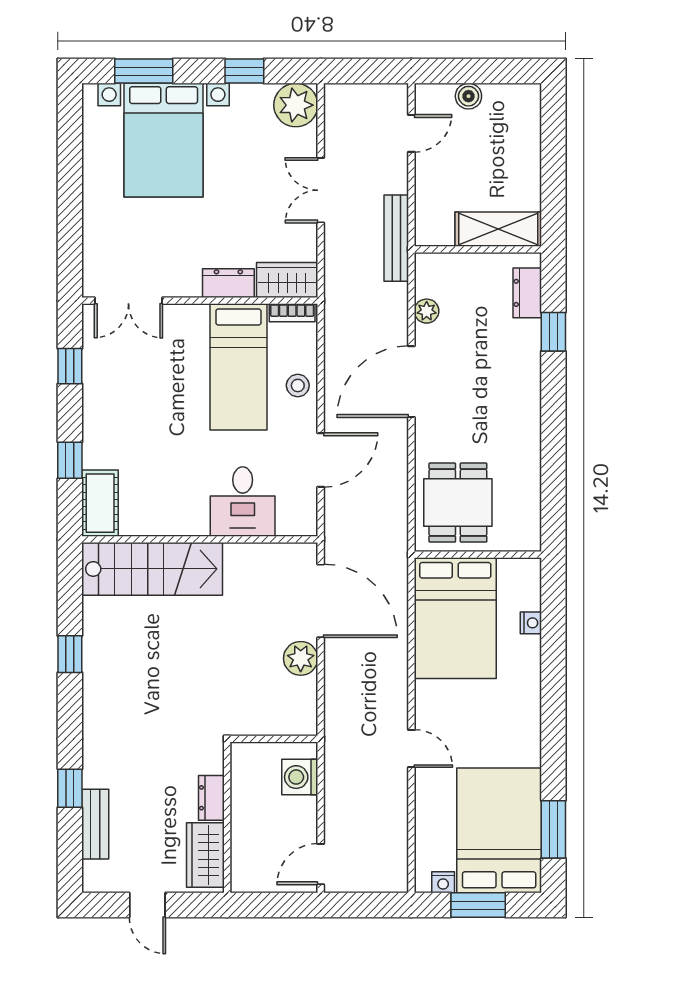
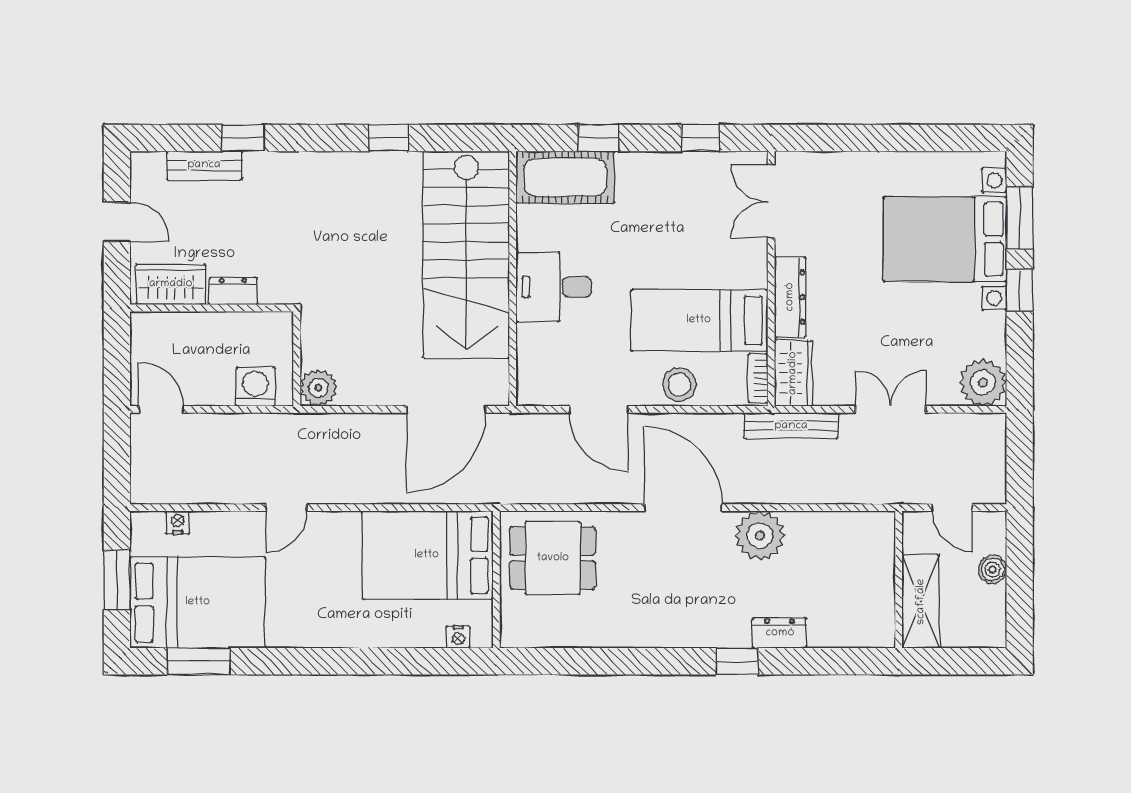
window: (244, 71) -> (1020, 291), moved
shelving: (498, 229) -> (921, 602), moved
bench: (396, 238) -> (791, 426), moved
wall: (478, 249) -> (899, 580), moved
dresser: (228, 283) -> (790, 297), width x1.44
plant: (427, 311) -> (760, 535), width x1.87, depth x1.87
stool: (298, 385) -> (679, 385), width x1.37, depth x1.37
desk: (243, 502) -> (554, 287), moved
cot: (100, 503) -> (565, 177), width x1.37, depth x1.34
stairs: (152, 569) -> (466, 255), width x1.36, depth x1.51
nightstand: (531, 623) -> (458, 637), moved
plant: (301, 658) -> (318, 388), moved
nightstand: (443, 882) -> (178, 522), moved, turned 90
door: (147, 905) -> (117, 222), swing flipped

